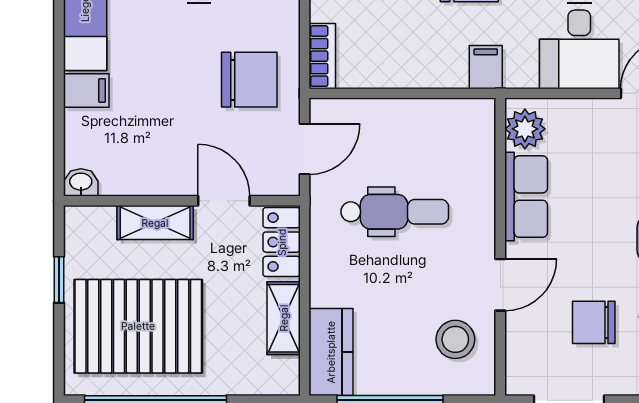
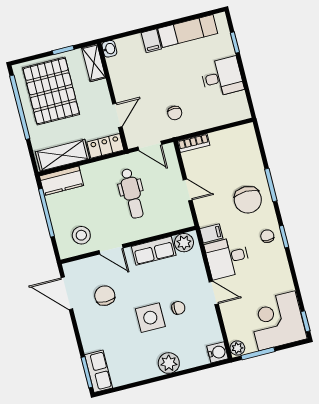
filing cabinet: (486, 67) -> (211, 233), moved
chair: (249, 80) -> (175, 113), width x0.54, depth x0.54
door: (417, 93) -> (188, 190), added
shelving: (155, 223) -> (94, 63), moved
shelving: (284, 318) -> (62, 155), width x1.50, depth x1.33

